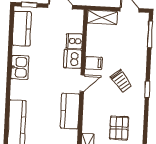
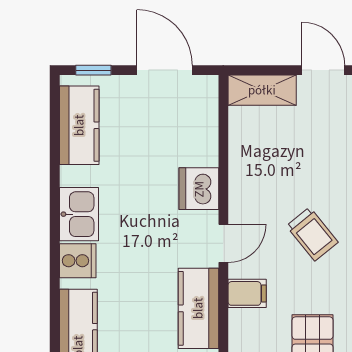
cooker: (74, 41) -> (78, 261), moved, turned 180
filing cabinet: (94, 63) -> (247, 293), moved

